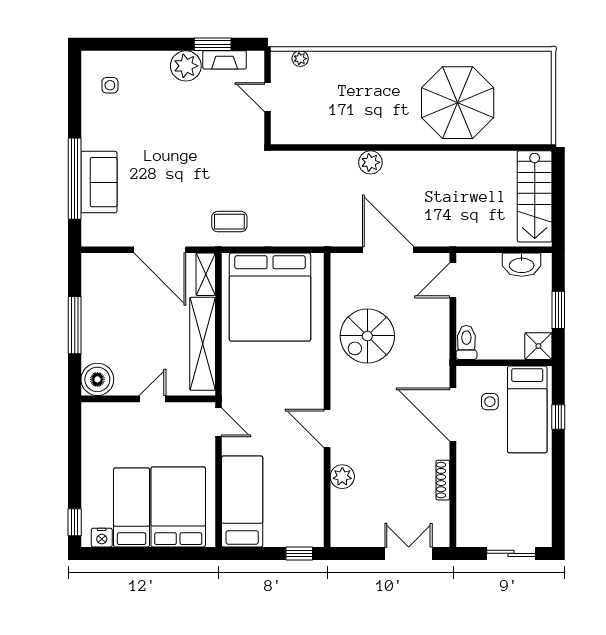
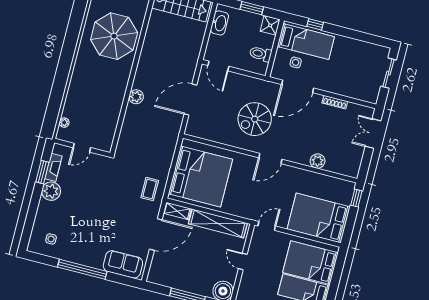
window: (75, 179) -> (82, 269), moved
sofa: (99, 182) -> (123, 264), moved
spiral stairs: (367, 336) -> (255, 119), moved, turned 90
toilet: (466, 342) -> (261, 54), moved
door: (327, 428) -> (270, 158), moved
bed: (242, 501) -> (319, 218), width x1.50

